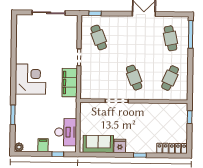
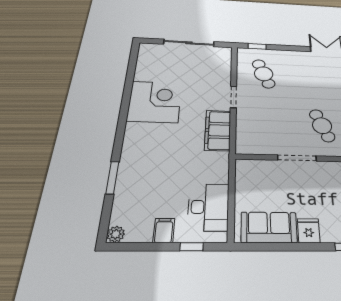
corner desk: (30, 79) -> (155, 102), moved

